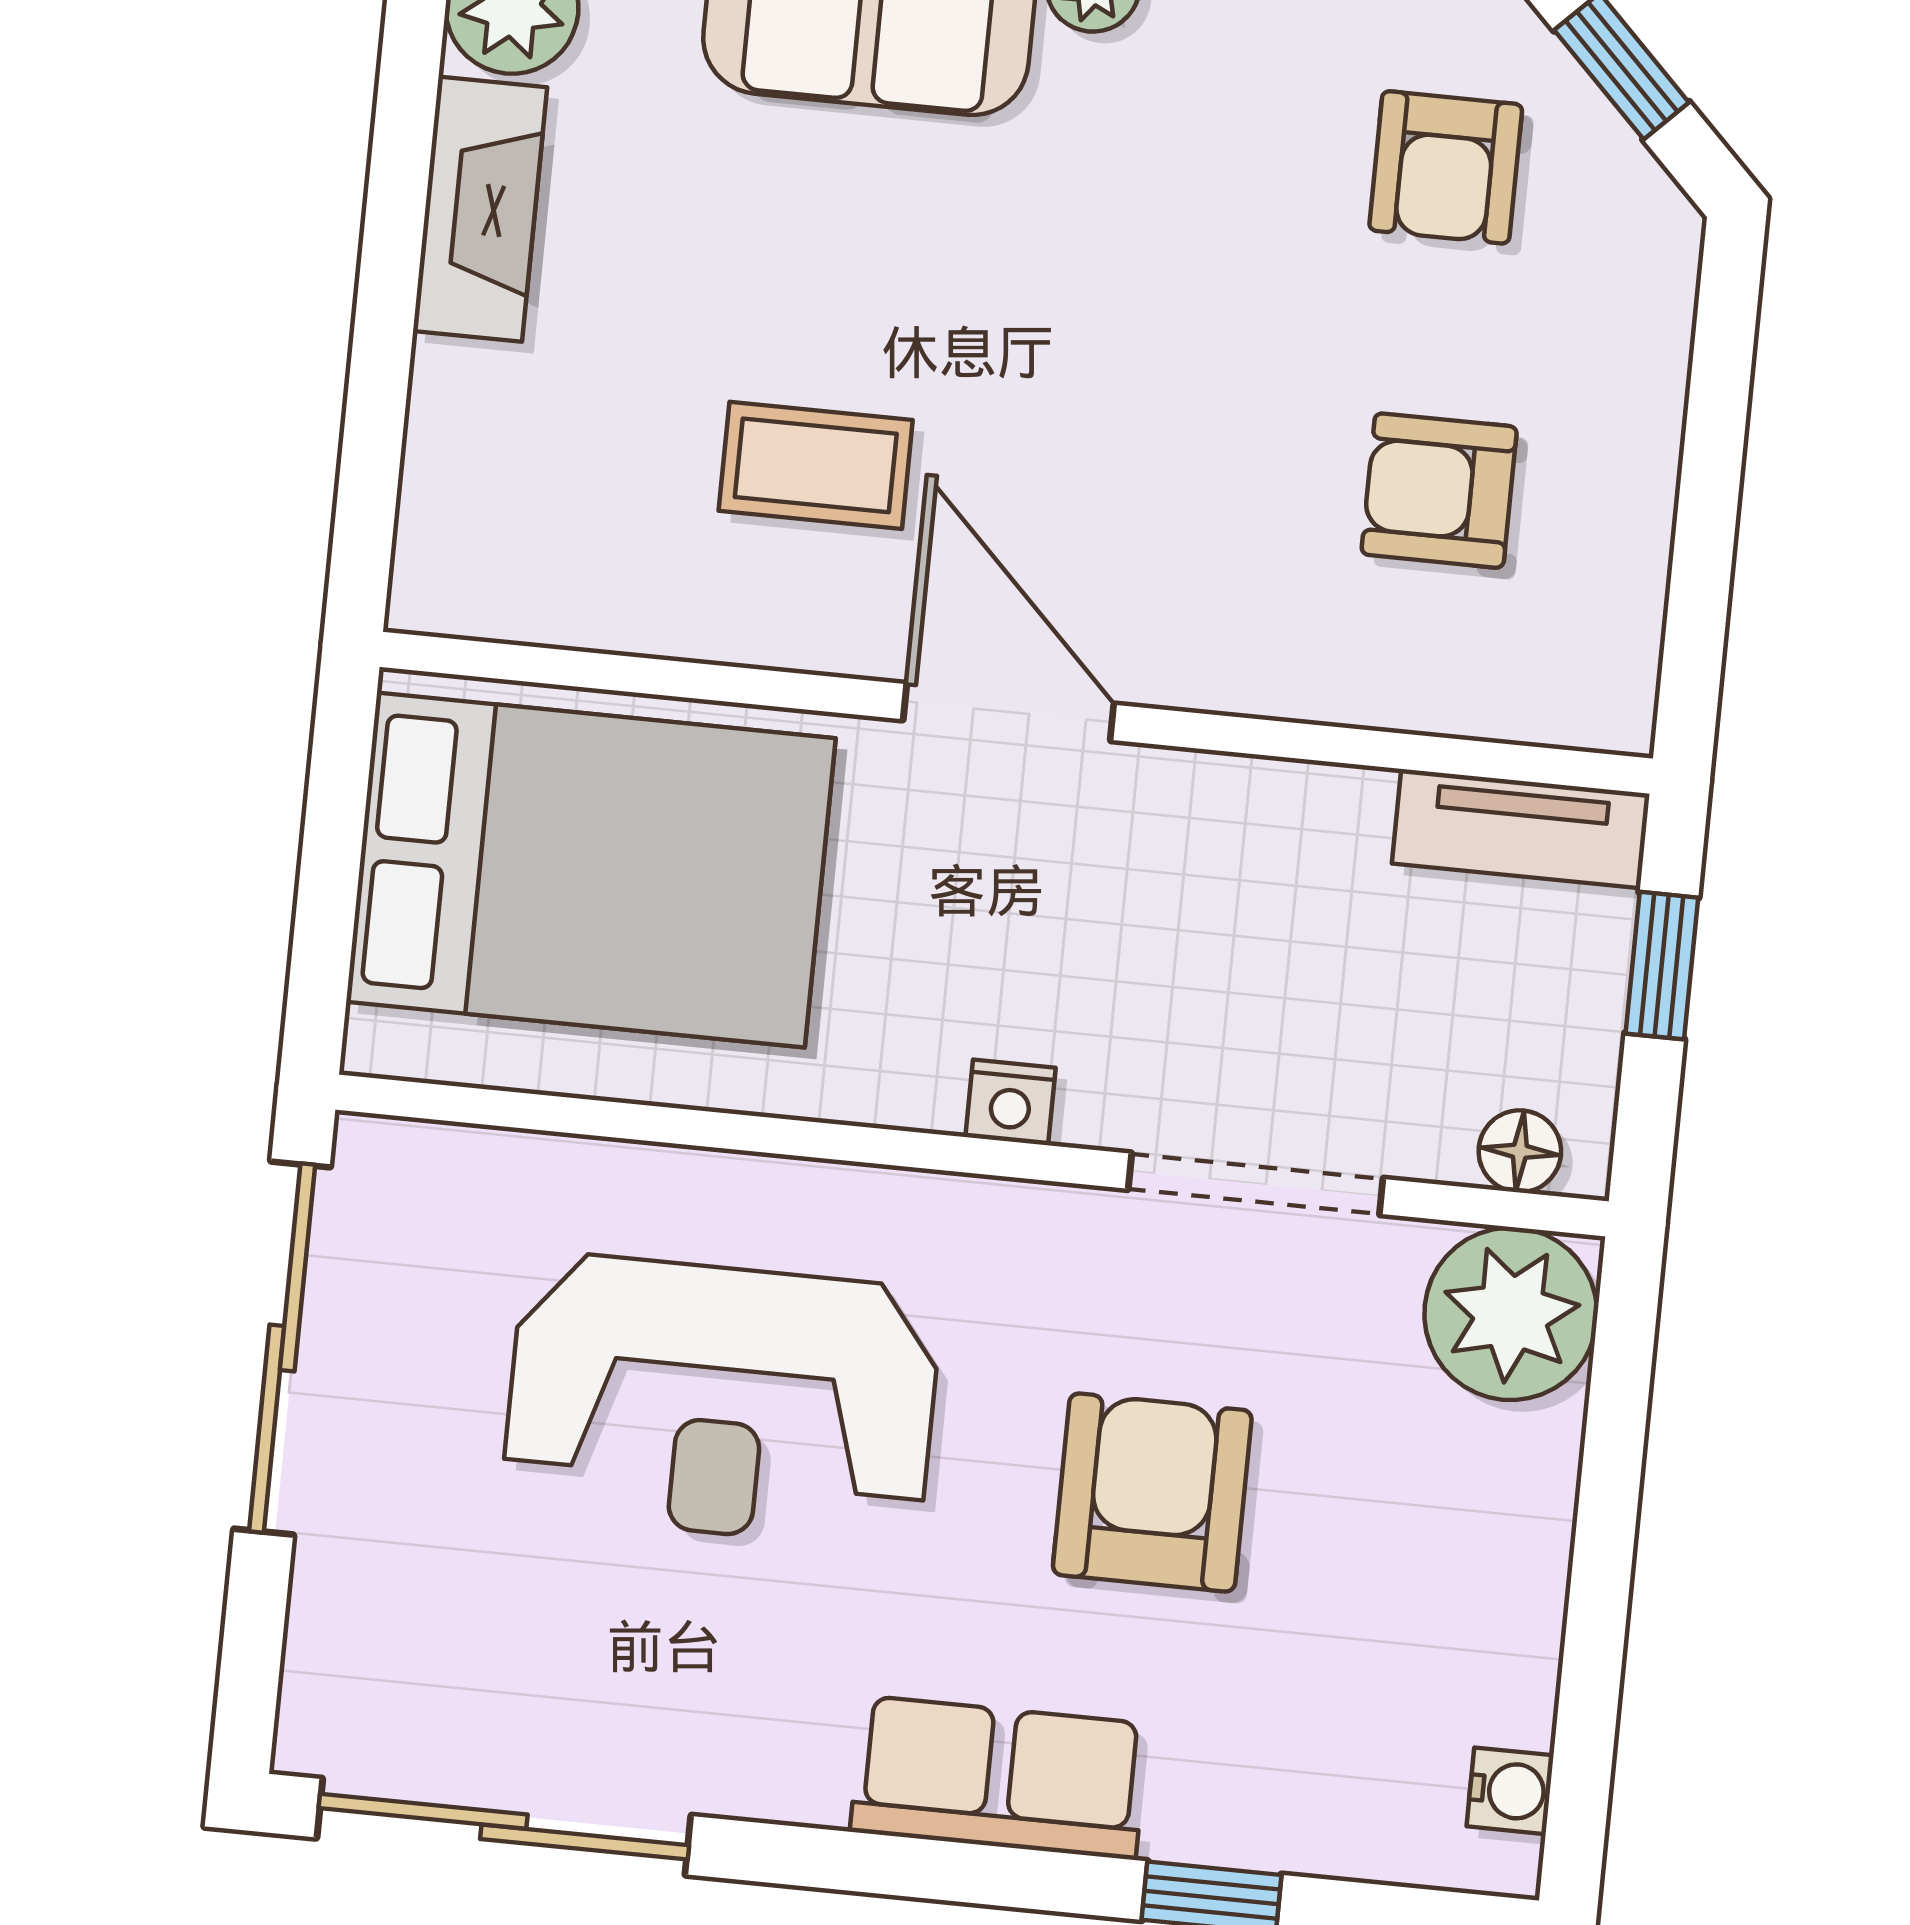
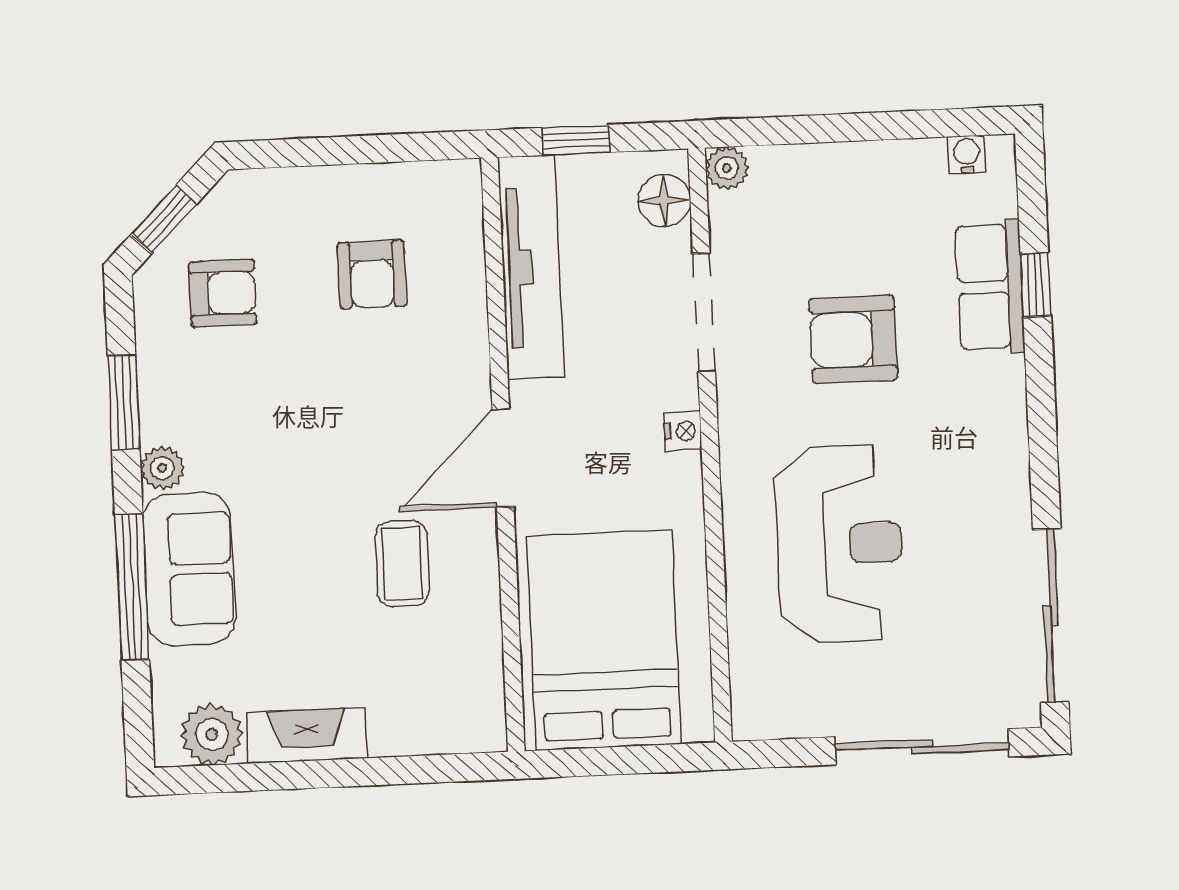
tv unit: (1521, 829) -> (531, 267), width x1.92, depth x1.29
floor lamp: (1520, 1151) -> (664, 200), width x1.37, depth x1.37
plant: (1511, 1314) -> (727, 168), width x0.53, depth x0.53
sliding door: (282, 1348) -> (922, 747), moved
row of seats: (999, 1778) -> (990, 287), moved

